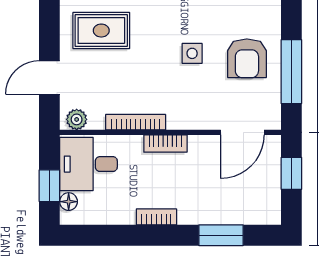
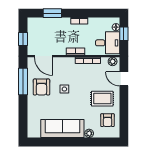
armchair: (247, 58) -> (41, 87), turned 180
door: (49, 78) -> (124, 79), swing flipped
door: (242, 132) -> (43, 56), swing flipped

